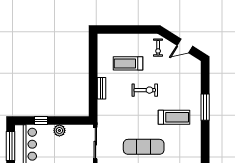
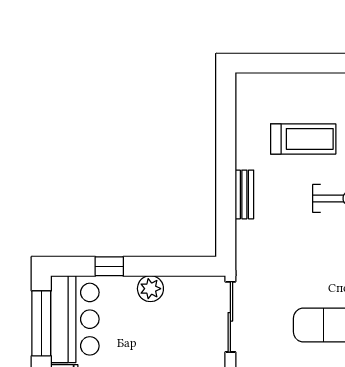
treadmill: (128, 63) -> (303, 139), turned 180

